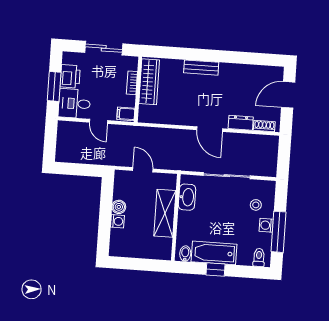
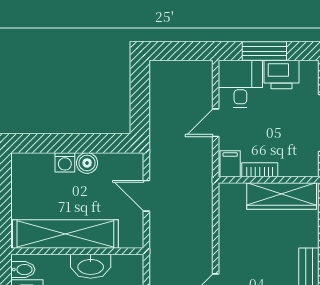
bookcase: (132, 83) -> (260, 170), moved
door: (143, 170) -> (146, 196), swing flipped
washbasin: (187, 197) -> (91, 266), moved
shelving: (165, 213) -> (65, 234), width x1.47

